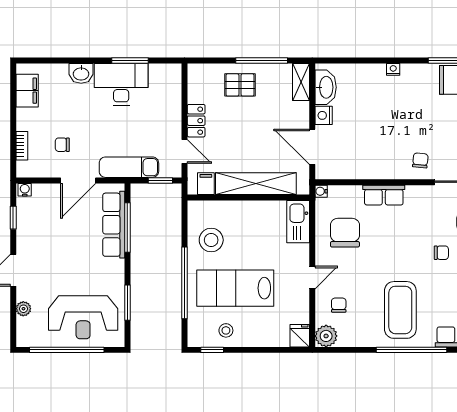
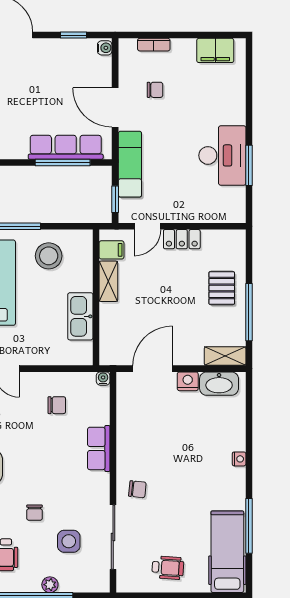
washbasin: (81, 73) -> (235, 111), removed
chair: (62, 145) -> (155, 90), turned 90
shelving: (256, 184) -> (108, 281), width x0.45, depth x0.75
kitchen sink: (298, 222) -> (80, 316), moved, turned -90
chair: (345, 233) -> (57, 405), width x0.54, depth x0.54

